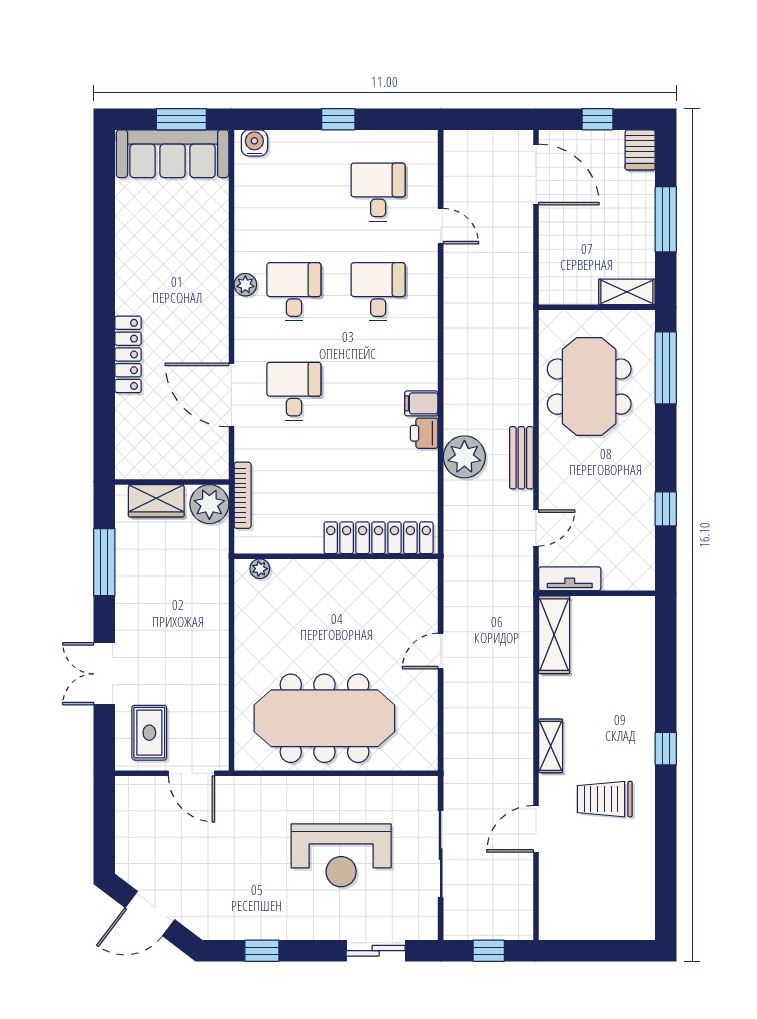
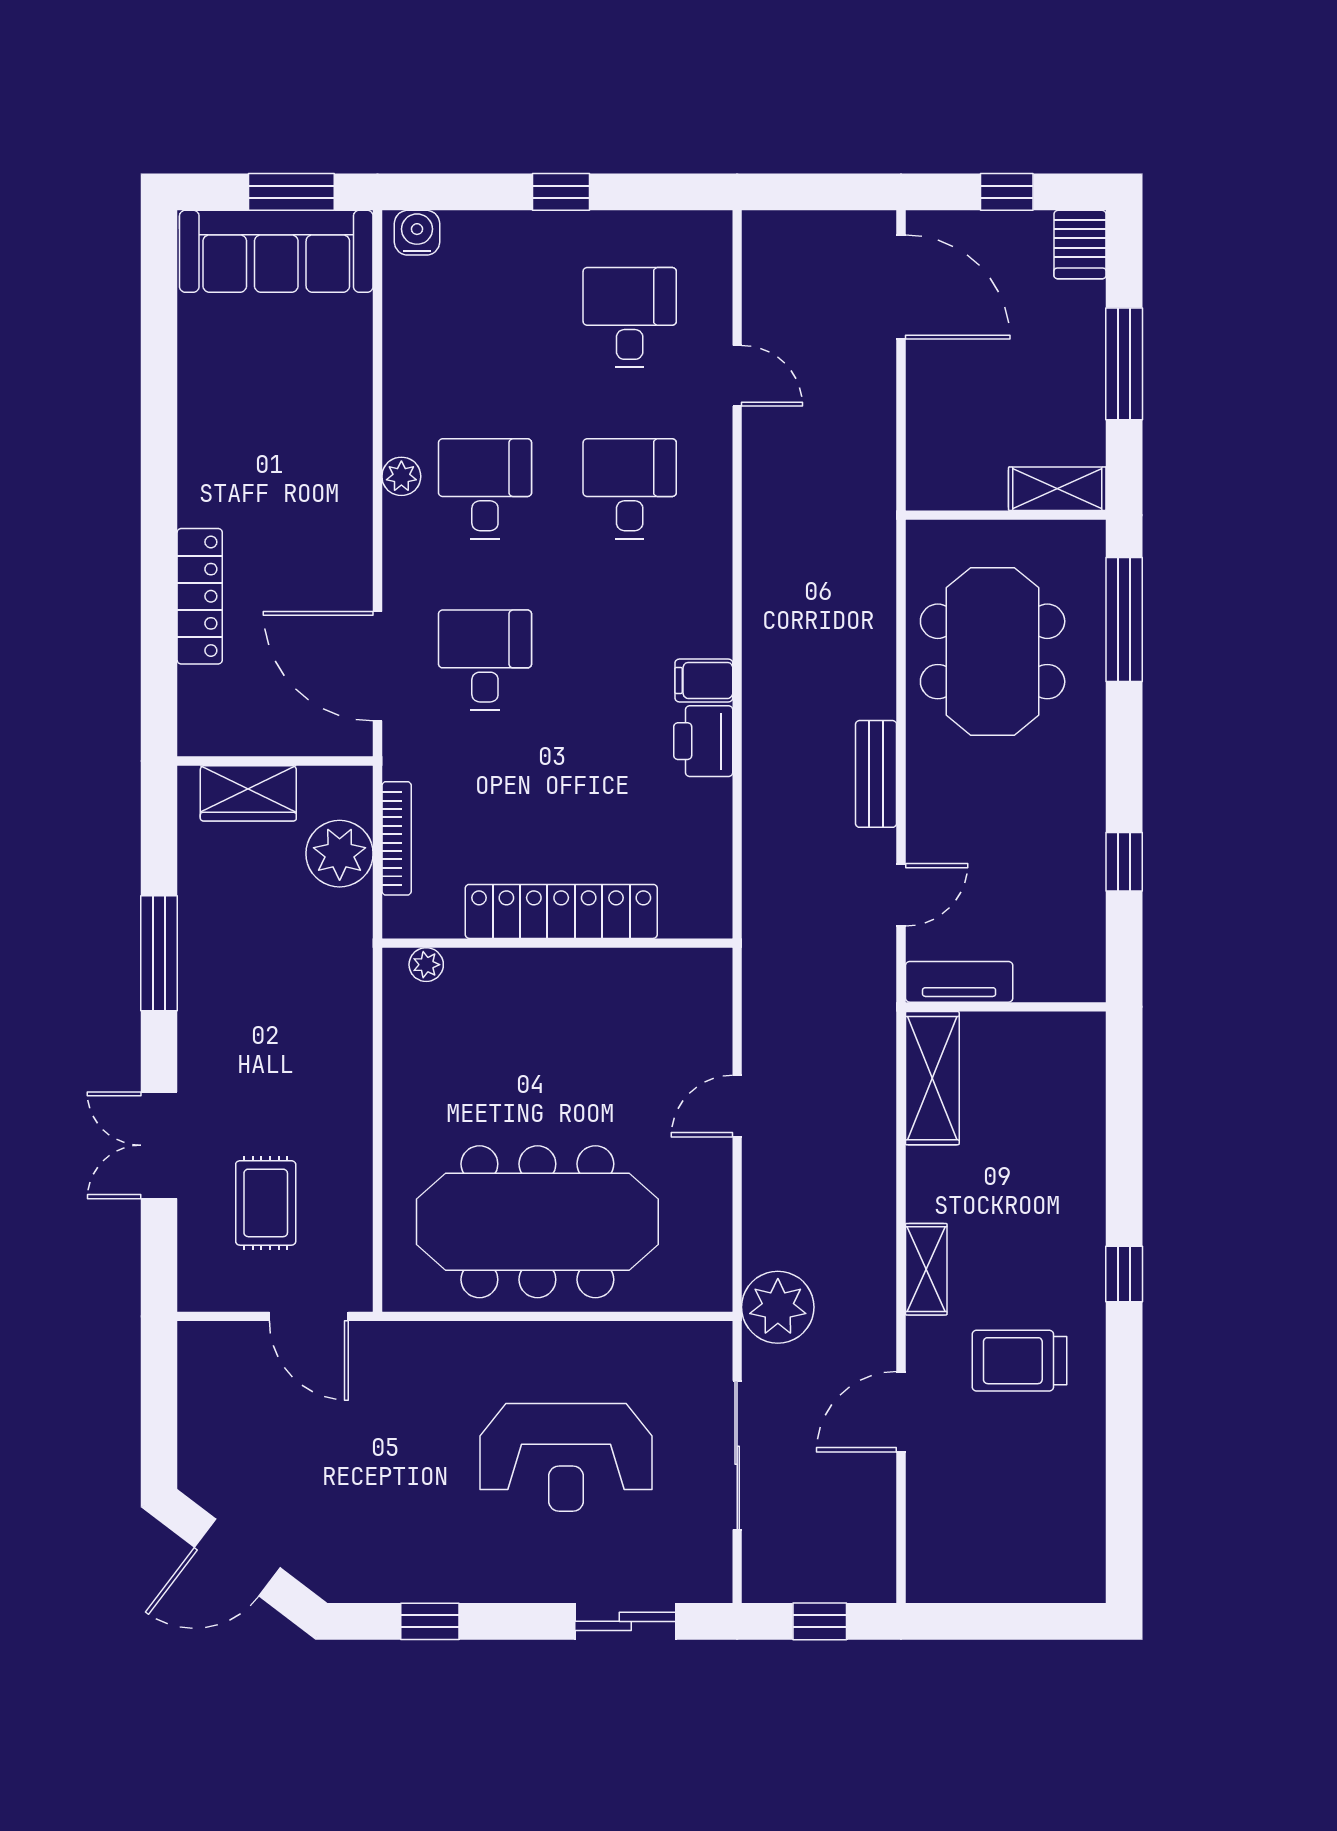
printer: (424, 433) -> (703, 741), width x1.36, depth x1.24
plant: (464, 457) -> (778, 1307), moved
wall: (172, 482) -> (275, 761), moved
wardrobe: (156, 501) -> (248, 793), moved
locker: (379, 538) -> (561, 911), moved
rug: (149, 733) -> (266, 1203), moved

